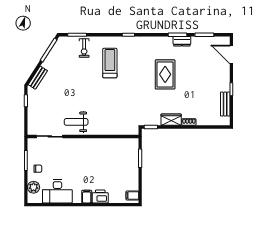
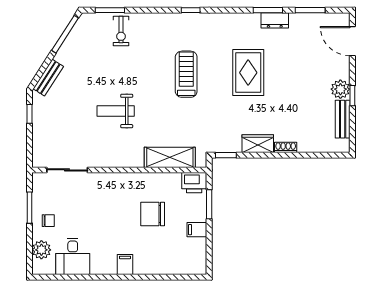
treadmill: (110, 63) -> (186, 74), moved
plant: (224, 85) -> (340, 89), added
weight bench: (76, 122) -> (116, 111), moved
shelving: (115, 128) -> (170, 157), added
chair: (104, 164) -> (153, 214), added
desk: (57, 191) -> (73, 256), width x0.73
filing cabinet: (132, 195) -> (197, 230), moved
printer: (100, 196) -> (194, 183), moved, turned 180

